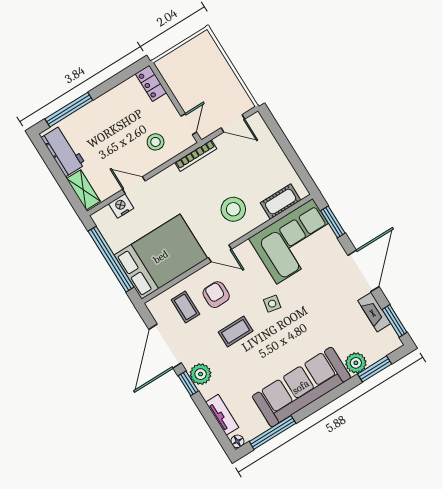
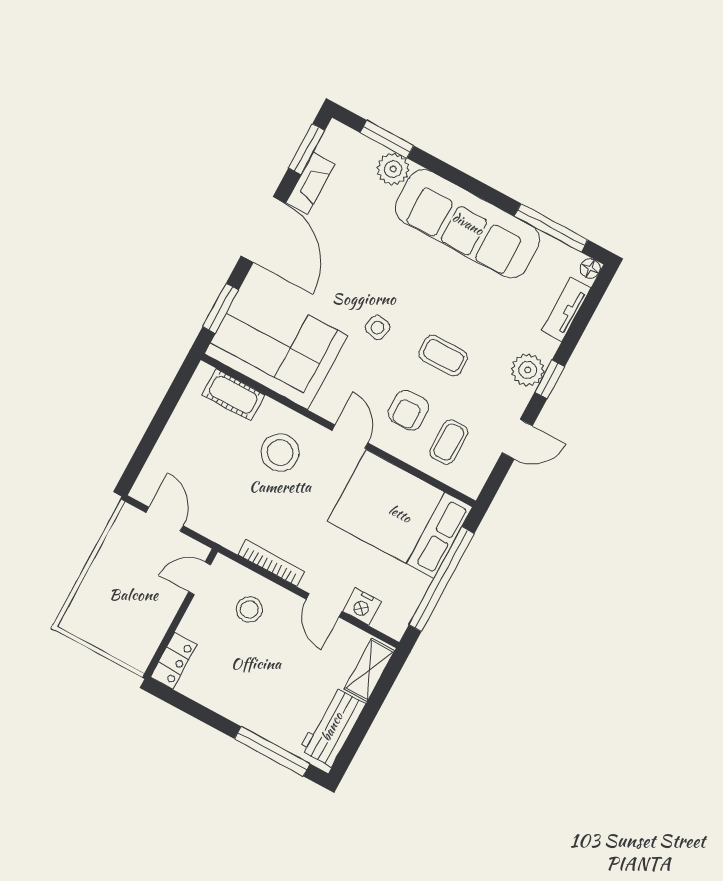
bookcase: (196, 156) -> (271, 563), moved
door: (363, 271) -> (263, 230), swing flipped
door: (165, 346) -> (517, 439), width x0.53

